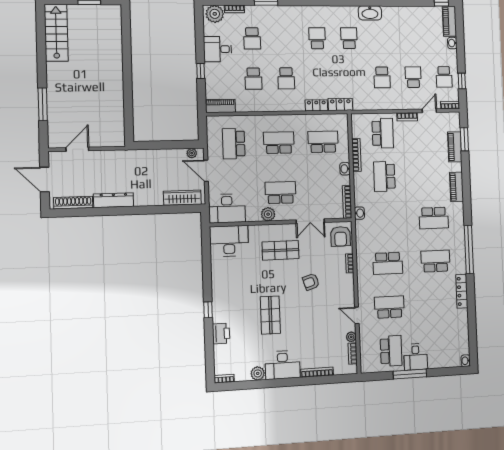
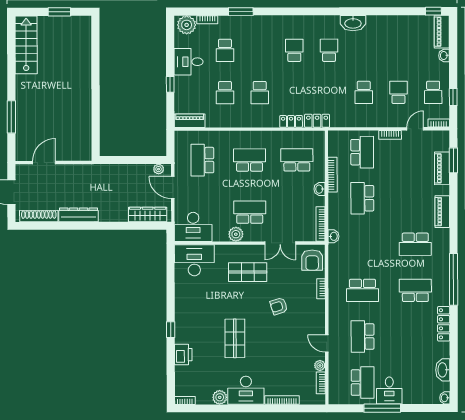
school desk: (389, 307) -> (363, 336), turned -90
washbasin: (463, 334) -> (443, 370), added

